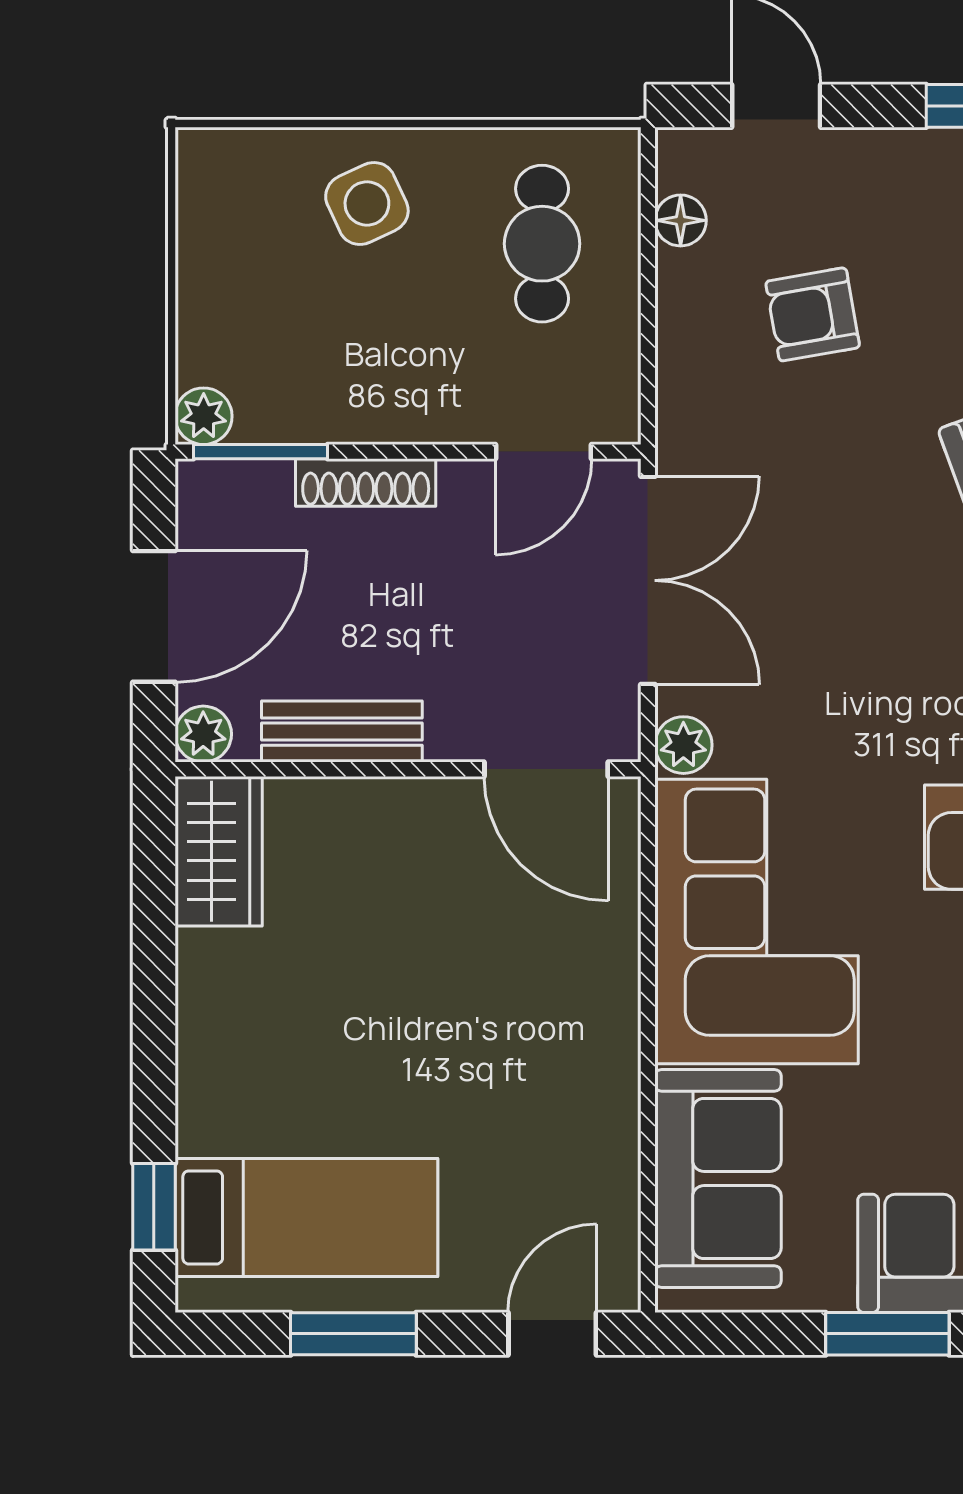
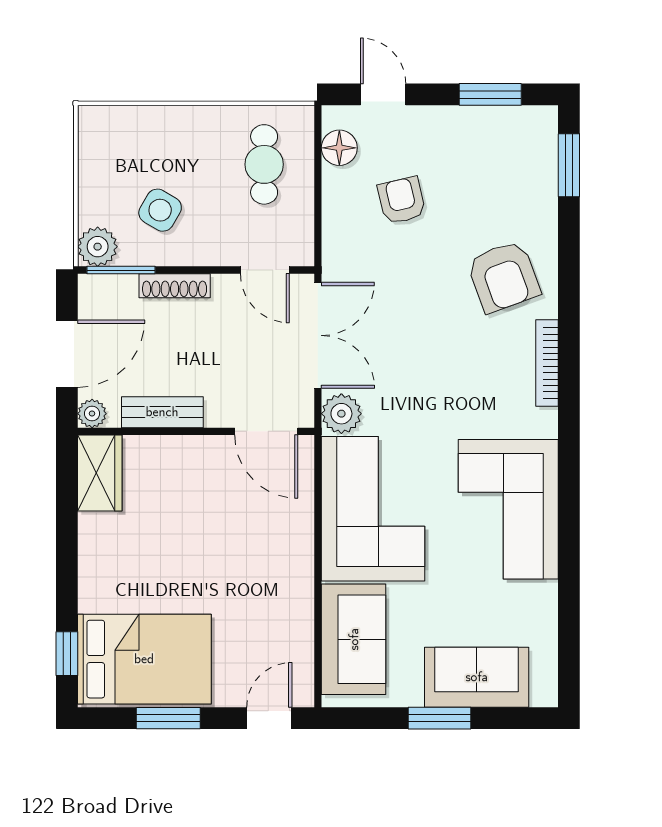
side table: (367, 204) -> (160, 210), moved, turned -35
floor lamp: (681, 220) -> (339, 148), width x1.37, depth x1.37
armchair: (813, 314) -> (402, 200), turned 87
plant: (204, 416) -> (98, 247), width x1.38, depth x1.38
door: (544, 452) -> (265, 270), hinge flipped
plant: (683, 745) -> (341, 414), width x1.38, depth x1.38
bed: (306, 1217) -> (144, 659), width x1.50

